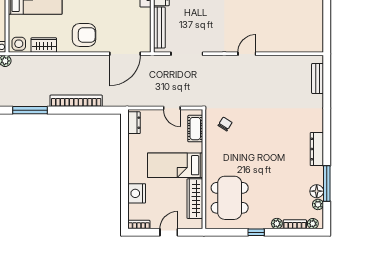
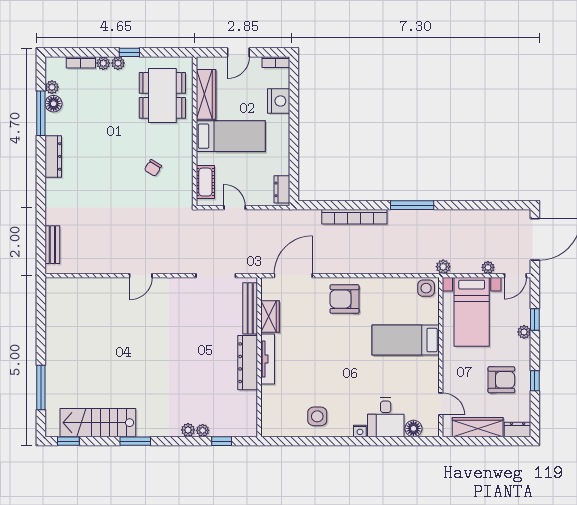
wardrobe: (44, 45) -> (270, 317), moved, turned -90
chair: (225, 124) -> (153, 168), moved
plant: (313, 224) -> (118, 63), moved

